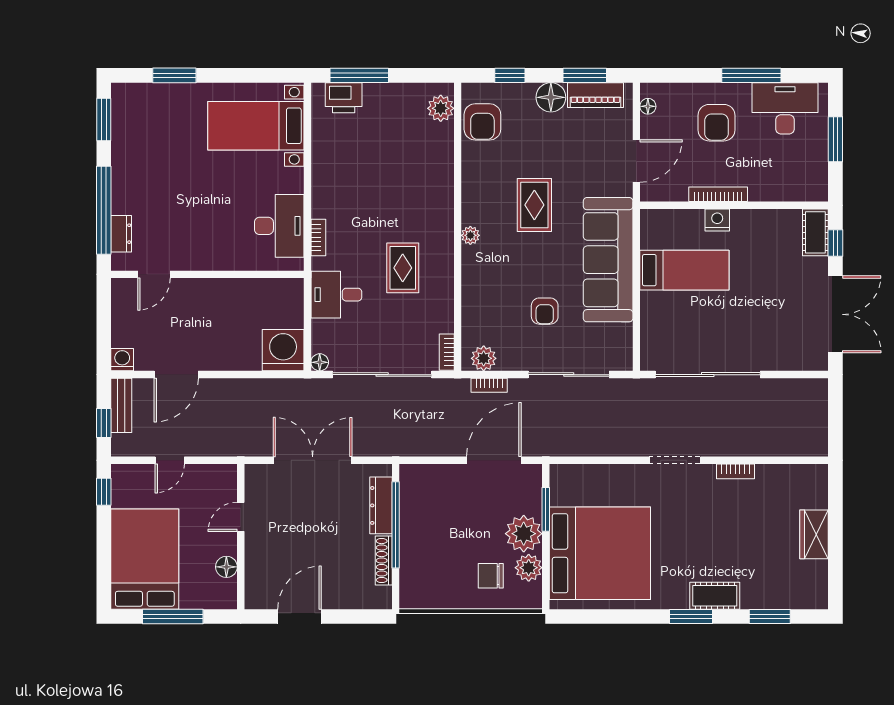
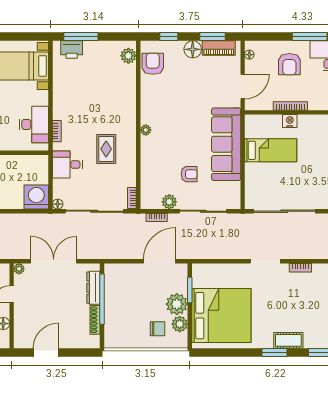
armchair: (482, 122) -> (153, 64), turned 180
rug: (534, 205) -> (183, 112), removed
armchair: (545, 311) -> (189, 174), turned -90
plant: (484, 358) -> (169, 202), moved
plant: (253, 473) -> (19, 269), added
chair: (491, 576) -> (158, 329), turned 180

